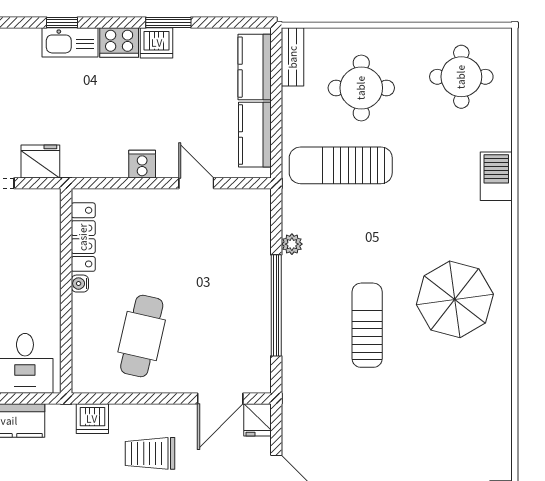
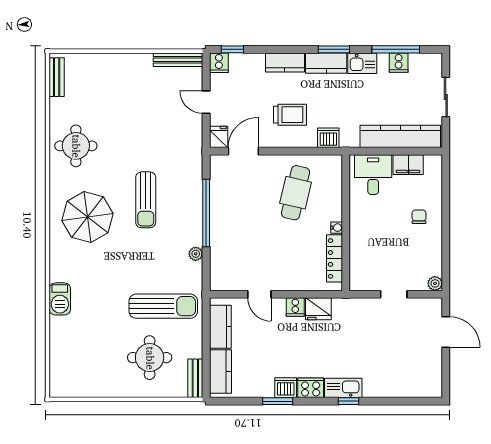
round table: (461, 77) -> (76, 146), moved
fridge: (40, 161) -> (318, 309), moved

